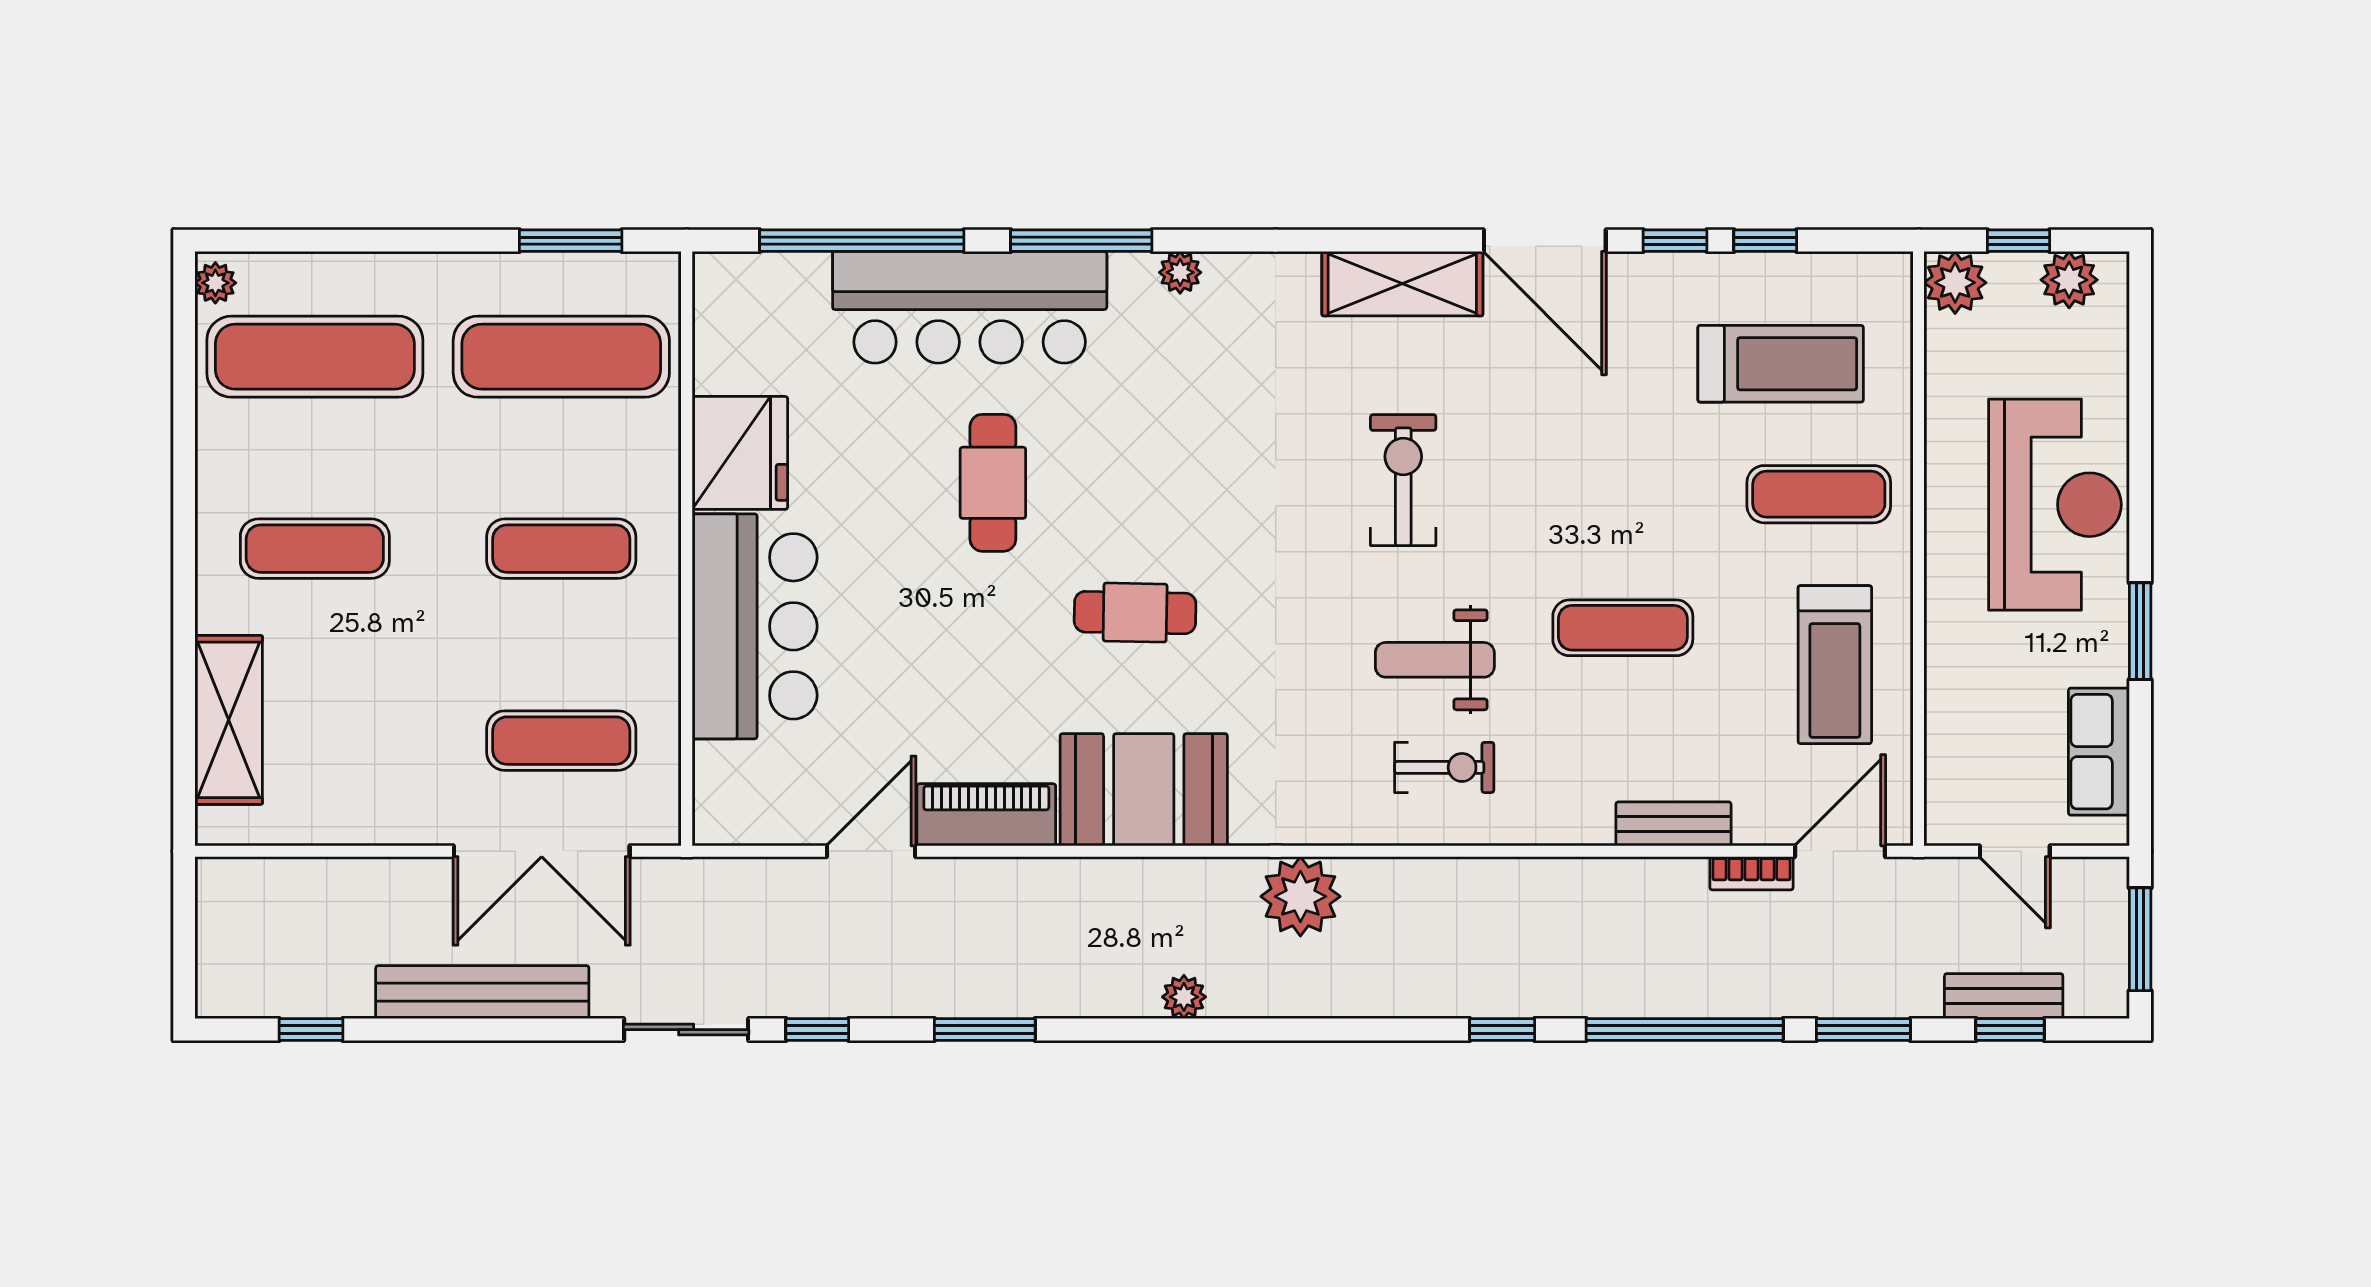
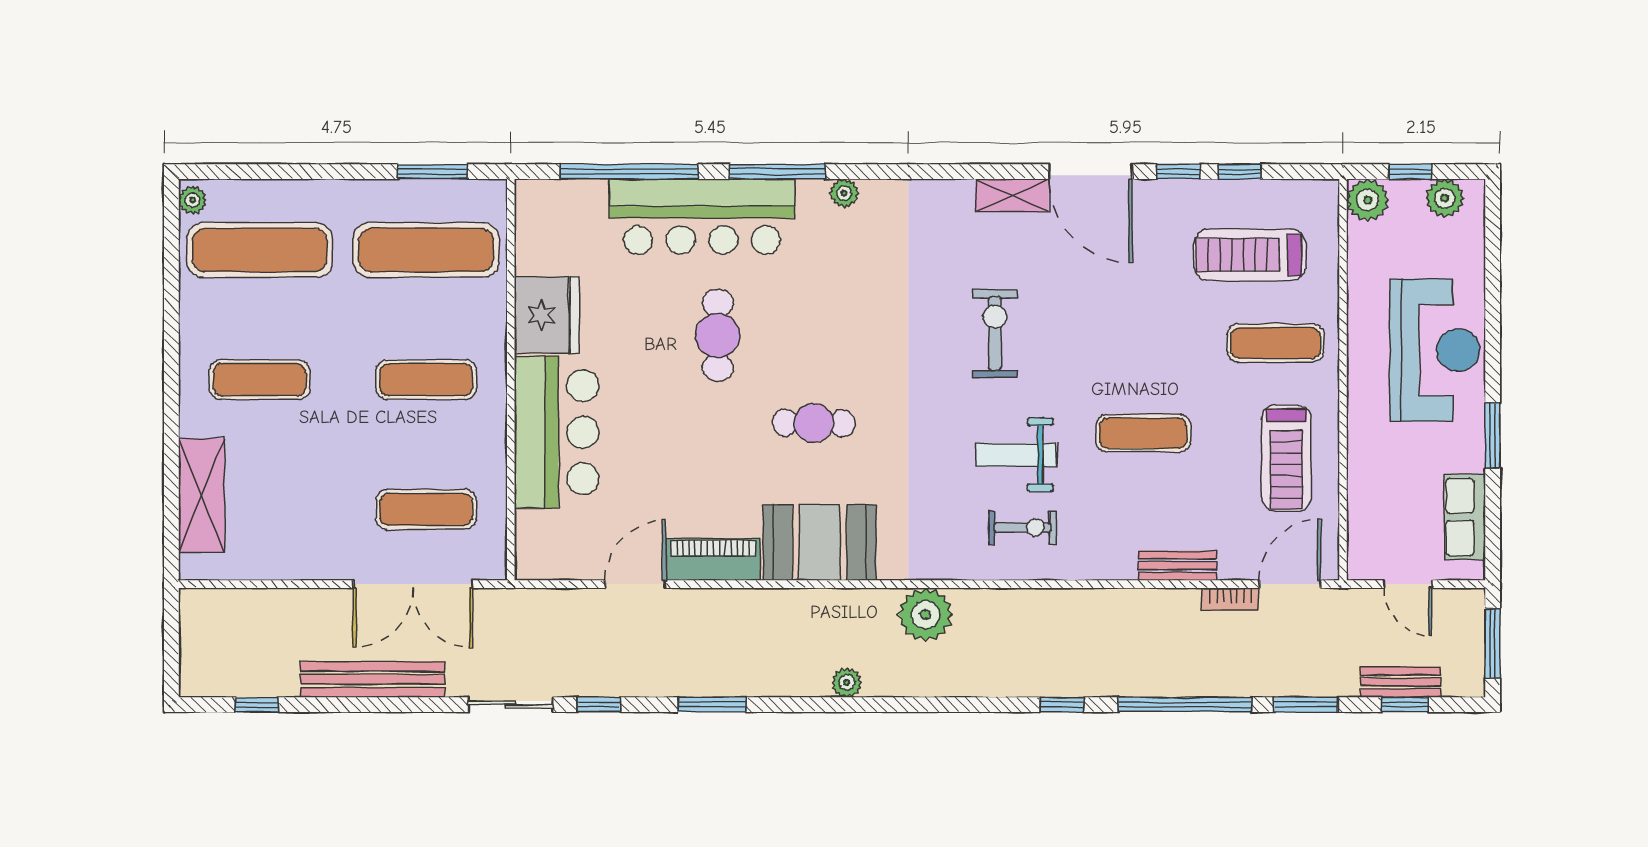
shelving: (1402, 284) -> (1012, 195), width x0.67, depth x0.75
treadmill: (1781, 364) -> (1250, 255), turned 180

